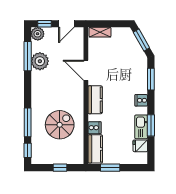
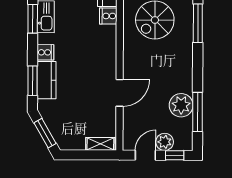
plant: (38, 34) -> (165, 142), moved
door: (86, 70) -> (120, 93), hinge flipped
kitchen counter: (95, 100) -> (46, 80), moved, turned 180

